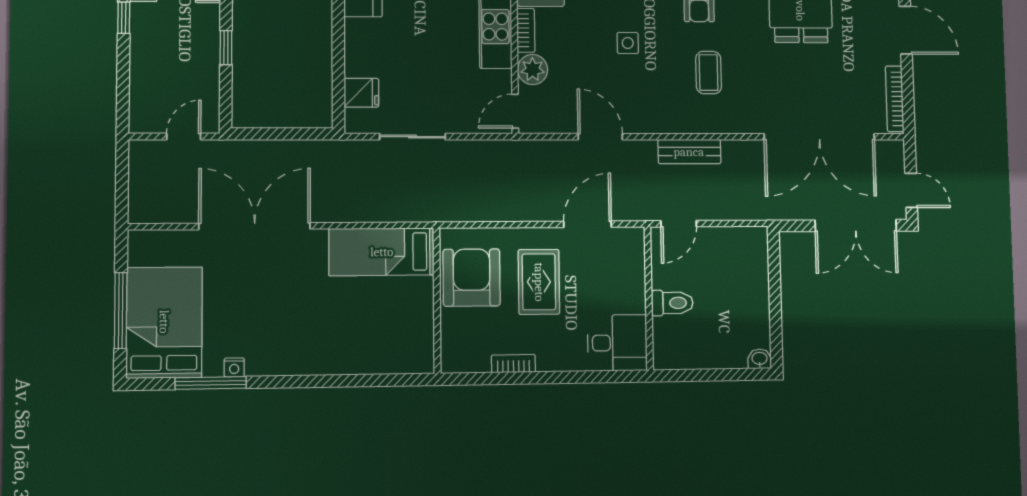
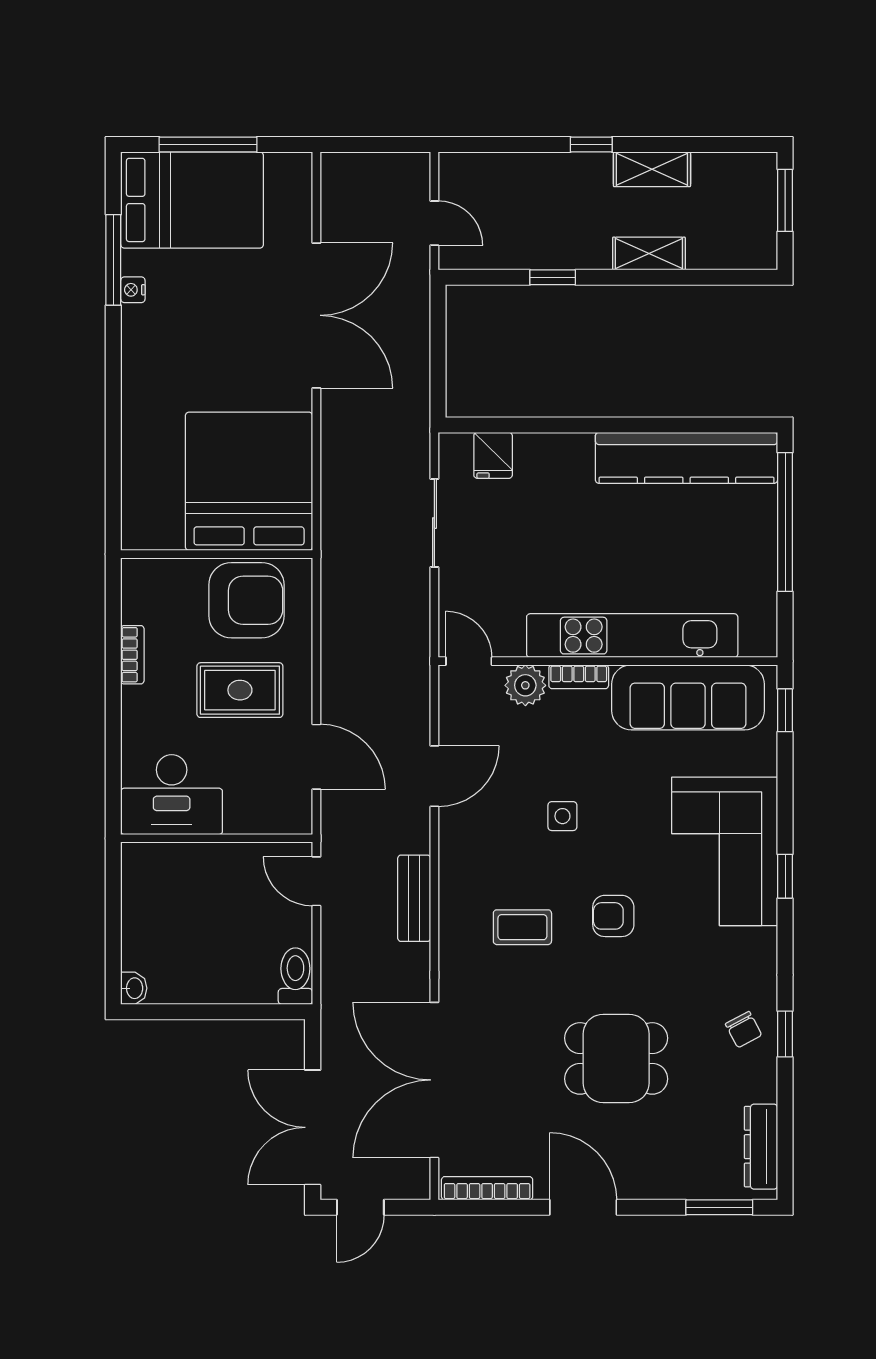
door: (906, 30) -> (583, 1207), swing flipped
bed: (382, 252) -> (249, 481), width x2.04
toilet: (672, 303) -> (295, 976), moved, turned 180
desk: (617, 343) -> (172, 795), width x1.37

